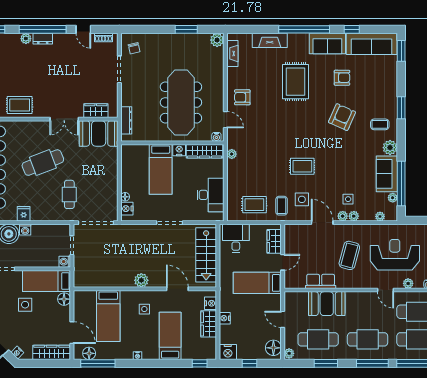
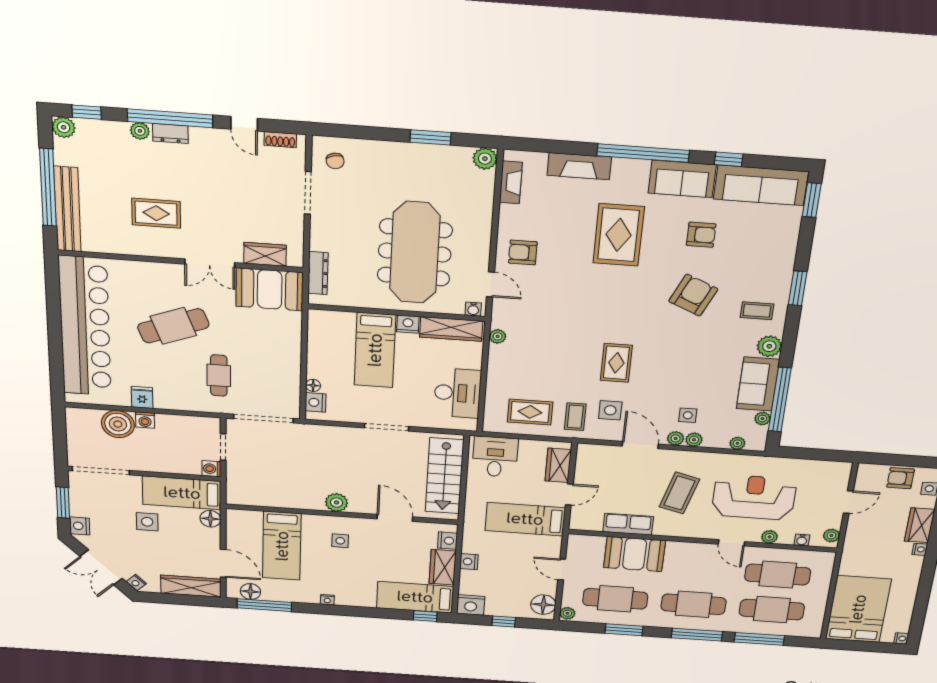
rug: (20, 105) -> (156, 213), moved
rug: (302, 166) -> (616, 363), turned 90
bed: (170, 336) -> (415, 597), moved, turned -90

